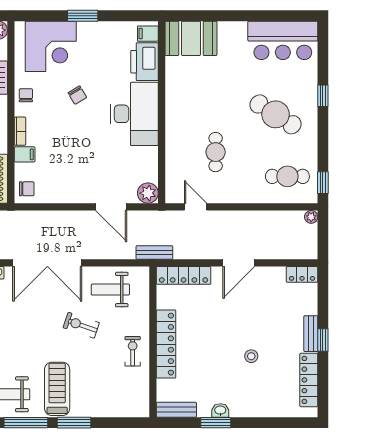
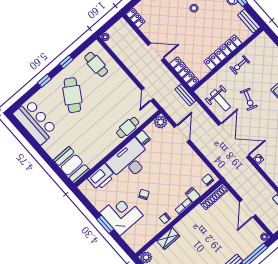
filing cabinet: (148, 34) -> (143, 138), moved
corner desk: (51, 46) -> (121, 214), moved
cafe table: (216, 152) -> (128, 127), moved
window: (323, 183) -> (66, 62), moved

